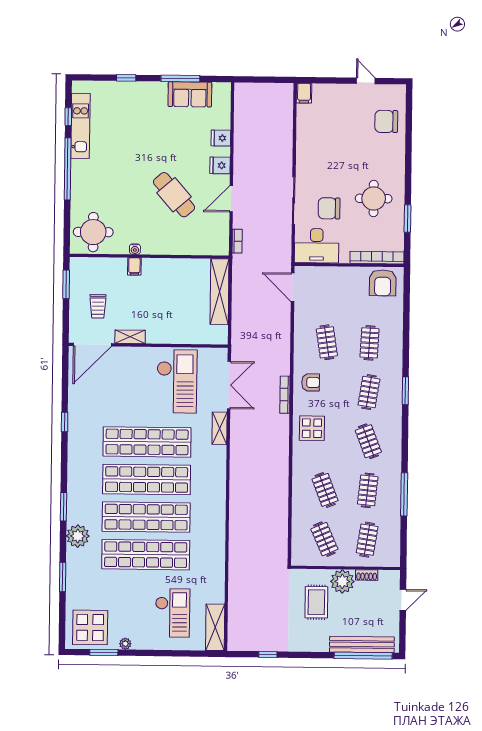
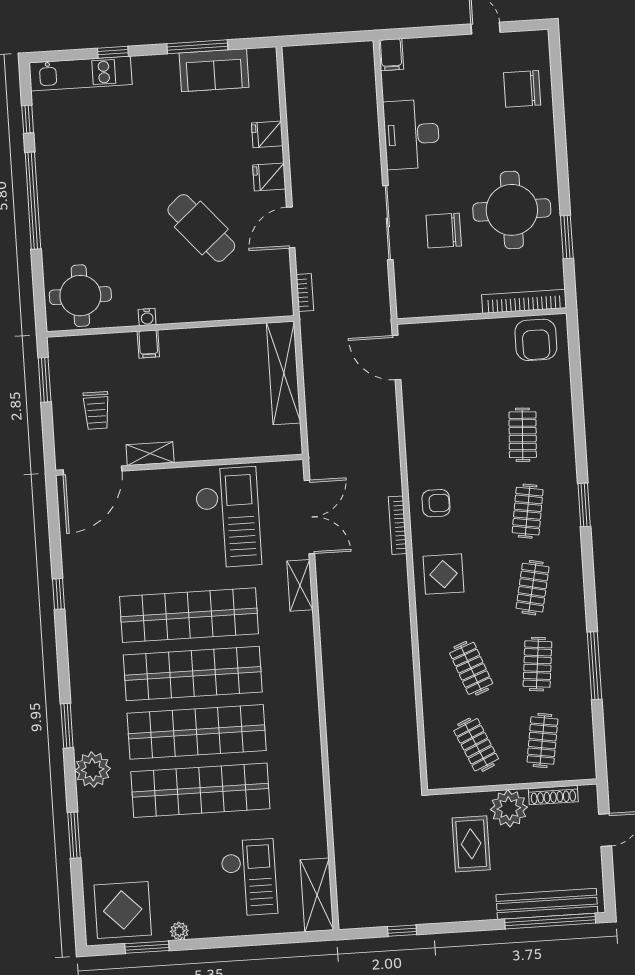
kitchen unit: (80, 126) -> (80, 74), moved, turned 90
round table: (374, 198) -> (512, 210), width x1.36, depth x1.36
desk: (317, 246) -> (411, 134), moved, turned 90
clothes rail: (327, 342) -> (456, 439), removed
clothes rail: (368, 441) -> (533, 588), turned 33
shoe rack: (367, 575) -> (553, 795), width x1.43

